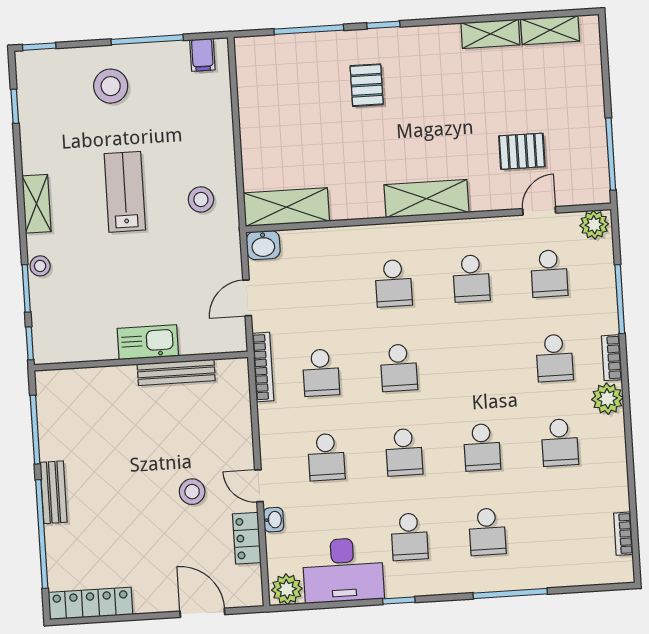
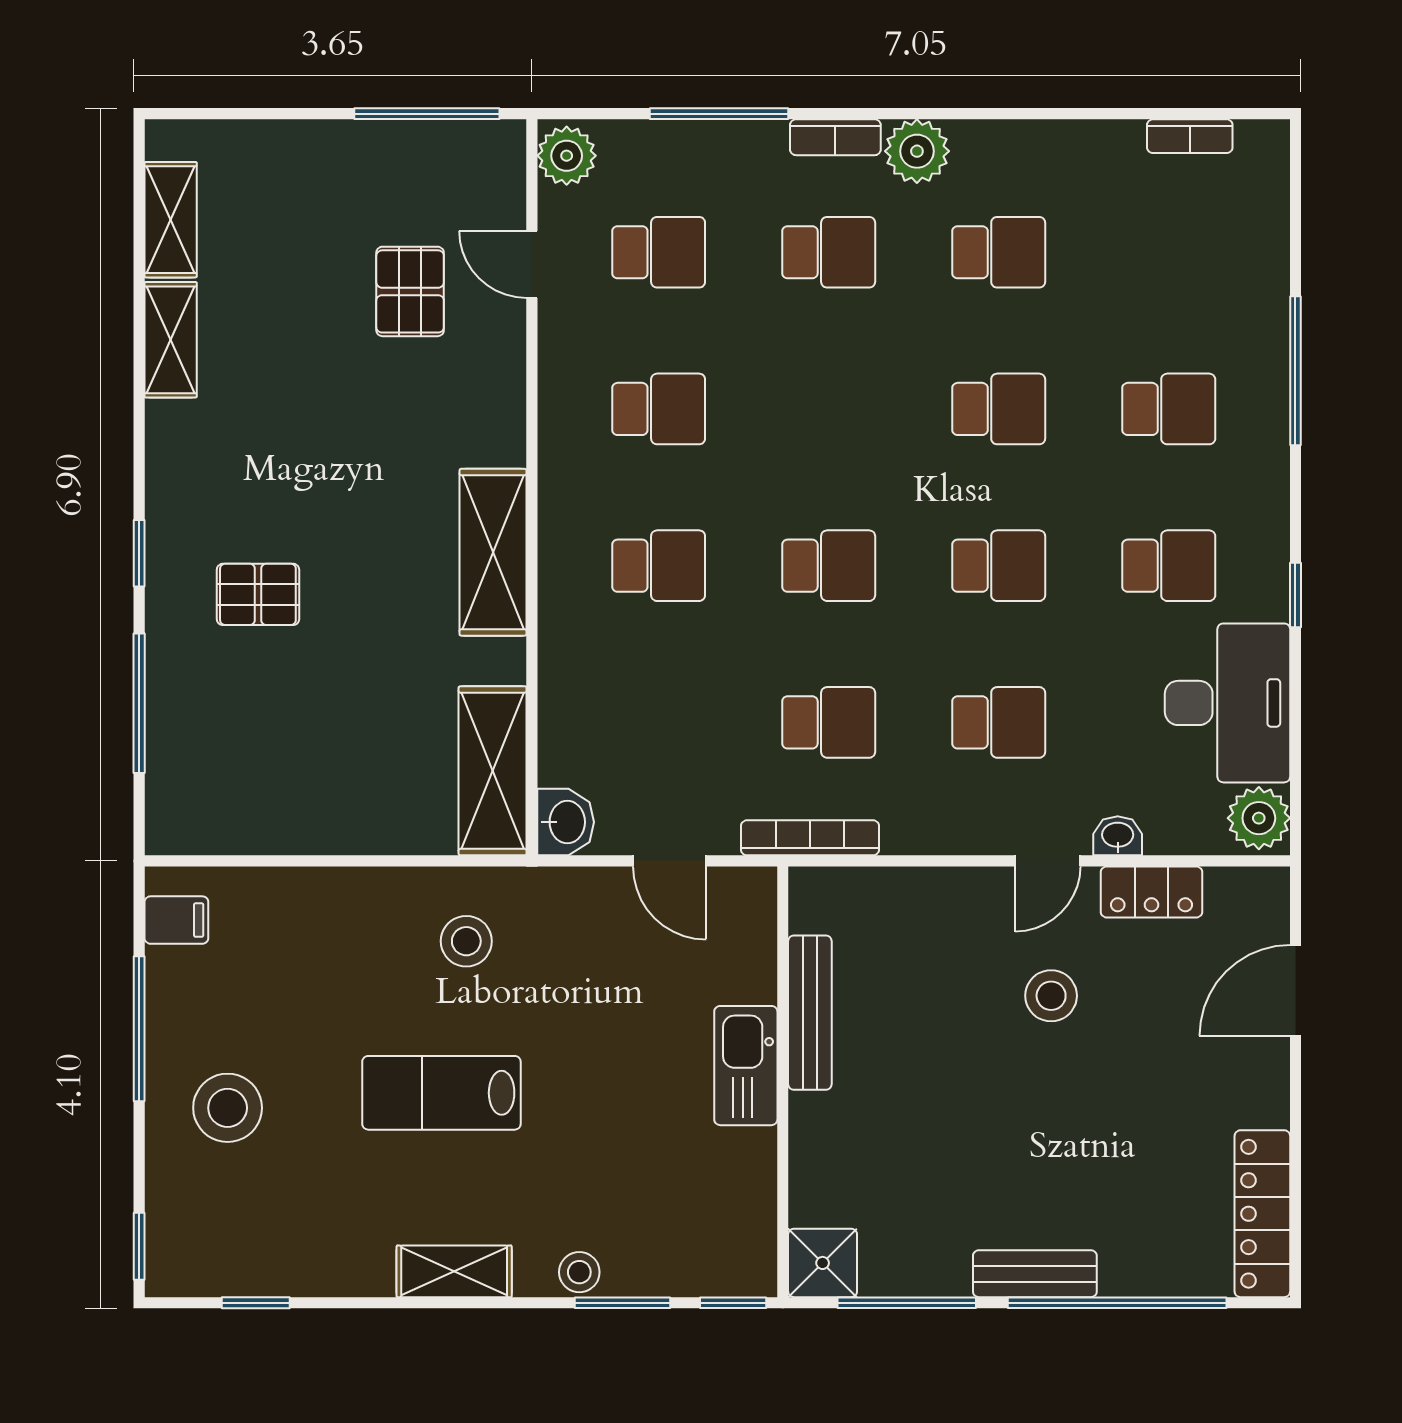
shelving: (427, 199) -> (493, 552), moved
shower: (52, 386) -> (823, 1263), added

